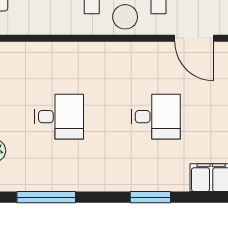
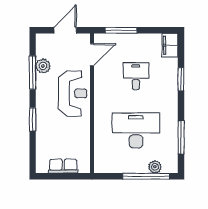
desk: (59, 117) -> (136, 130), width x1.87, depth x1.30

